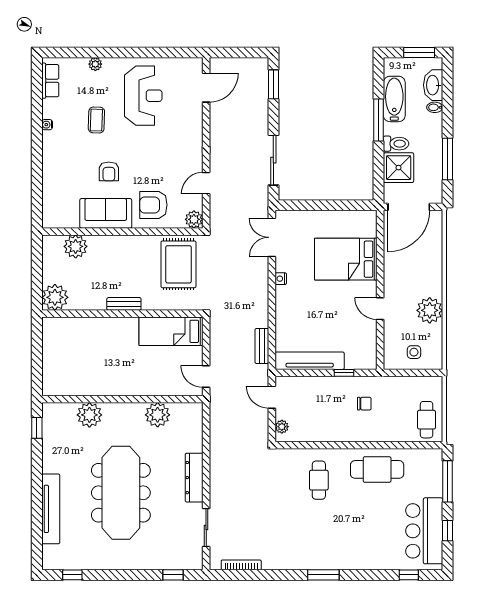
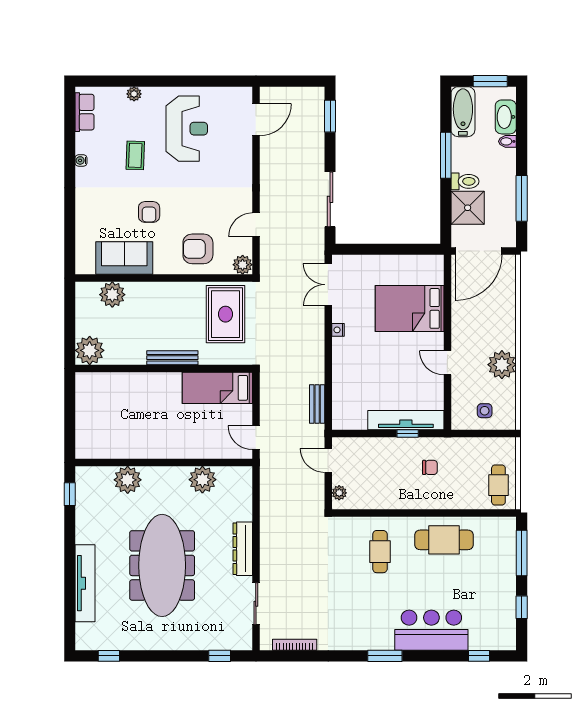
bathtub: (394, 99) -> (463, 112), moved
sofa: (106, 213) -> (124, 258), moved
bench: (124, 304) -> (172, 358), width x1.36
tv unit: (310, 361) -> (406, 420), moved
bar counter: (424, 531) -> (431, 630), moved, turned 90

